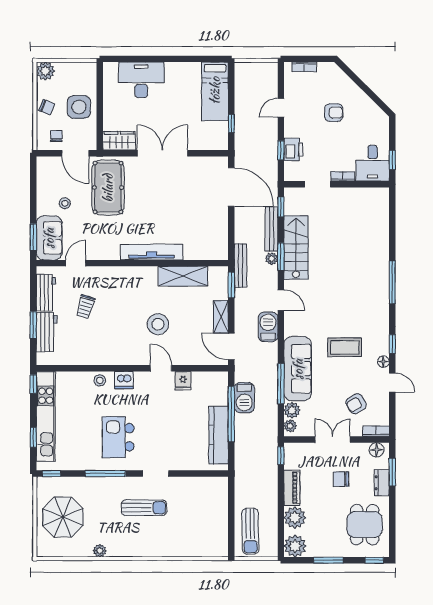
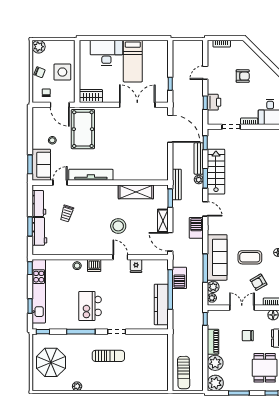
bed: (215, 91) -> (133, 61), moved
double door: (162, 153) -> (137, 105), moved
tv unit: (152, 252) -> (91, 175), moved
coffee table: (345, 347) -> (250, 257), moved

